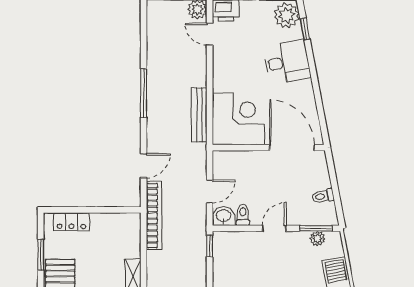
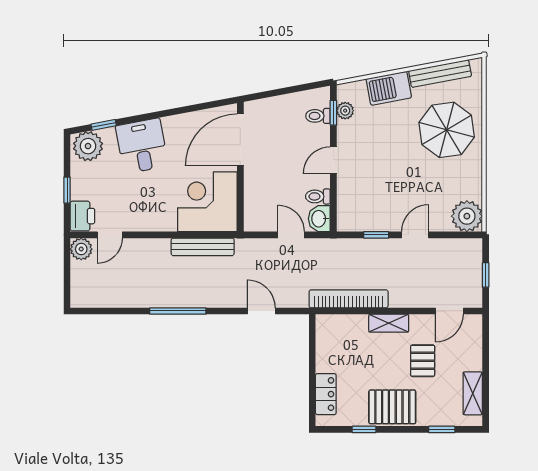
toilet: (323, 196) -> (318, 116), moved, turned 101
bookcase: (154, 215) -> (349, 299), moved
door: (274, 228) -> (333, 160), hinge flipped
window: (316, 228) -> (333, 113), width x0.67
window: (210, 246) -> (376, 235), moved
window: (41, 255) -> (364, 429), width x0.67

